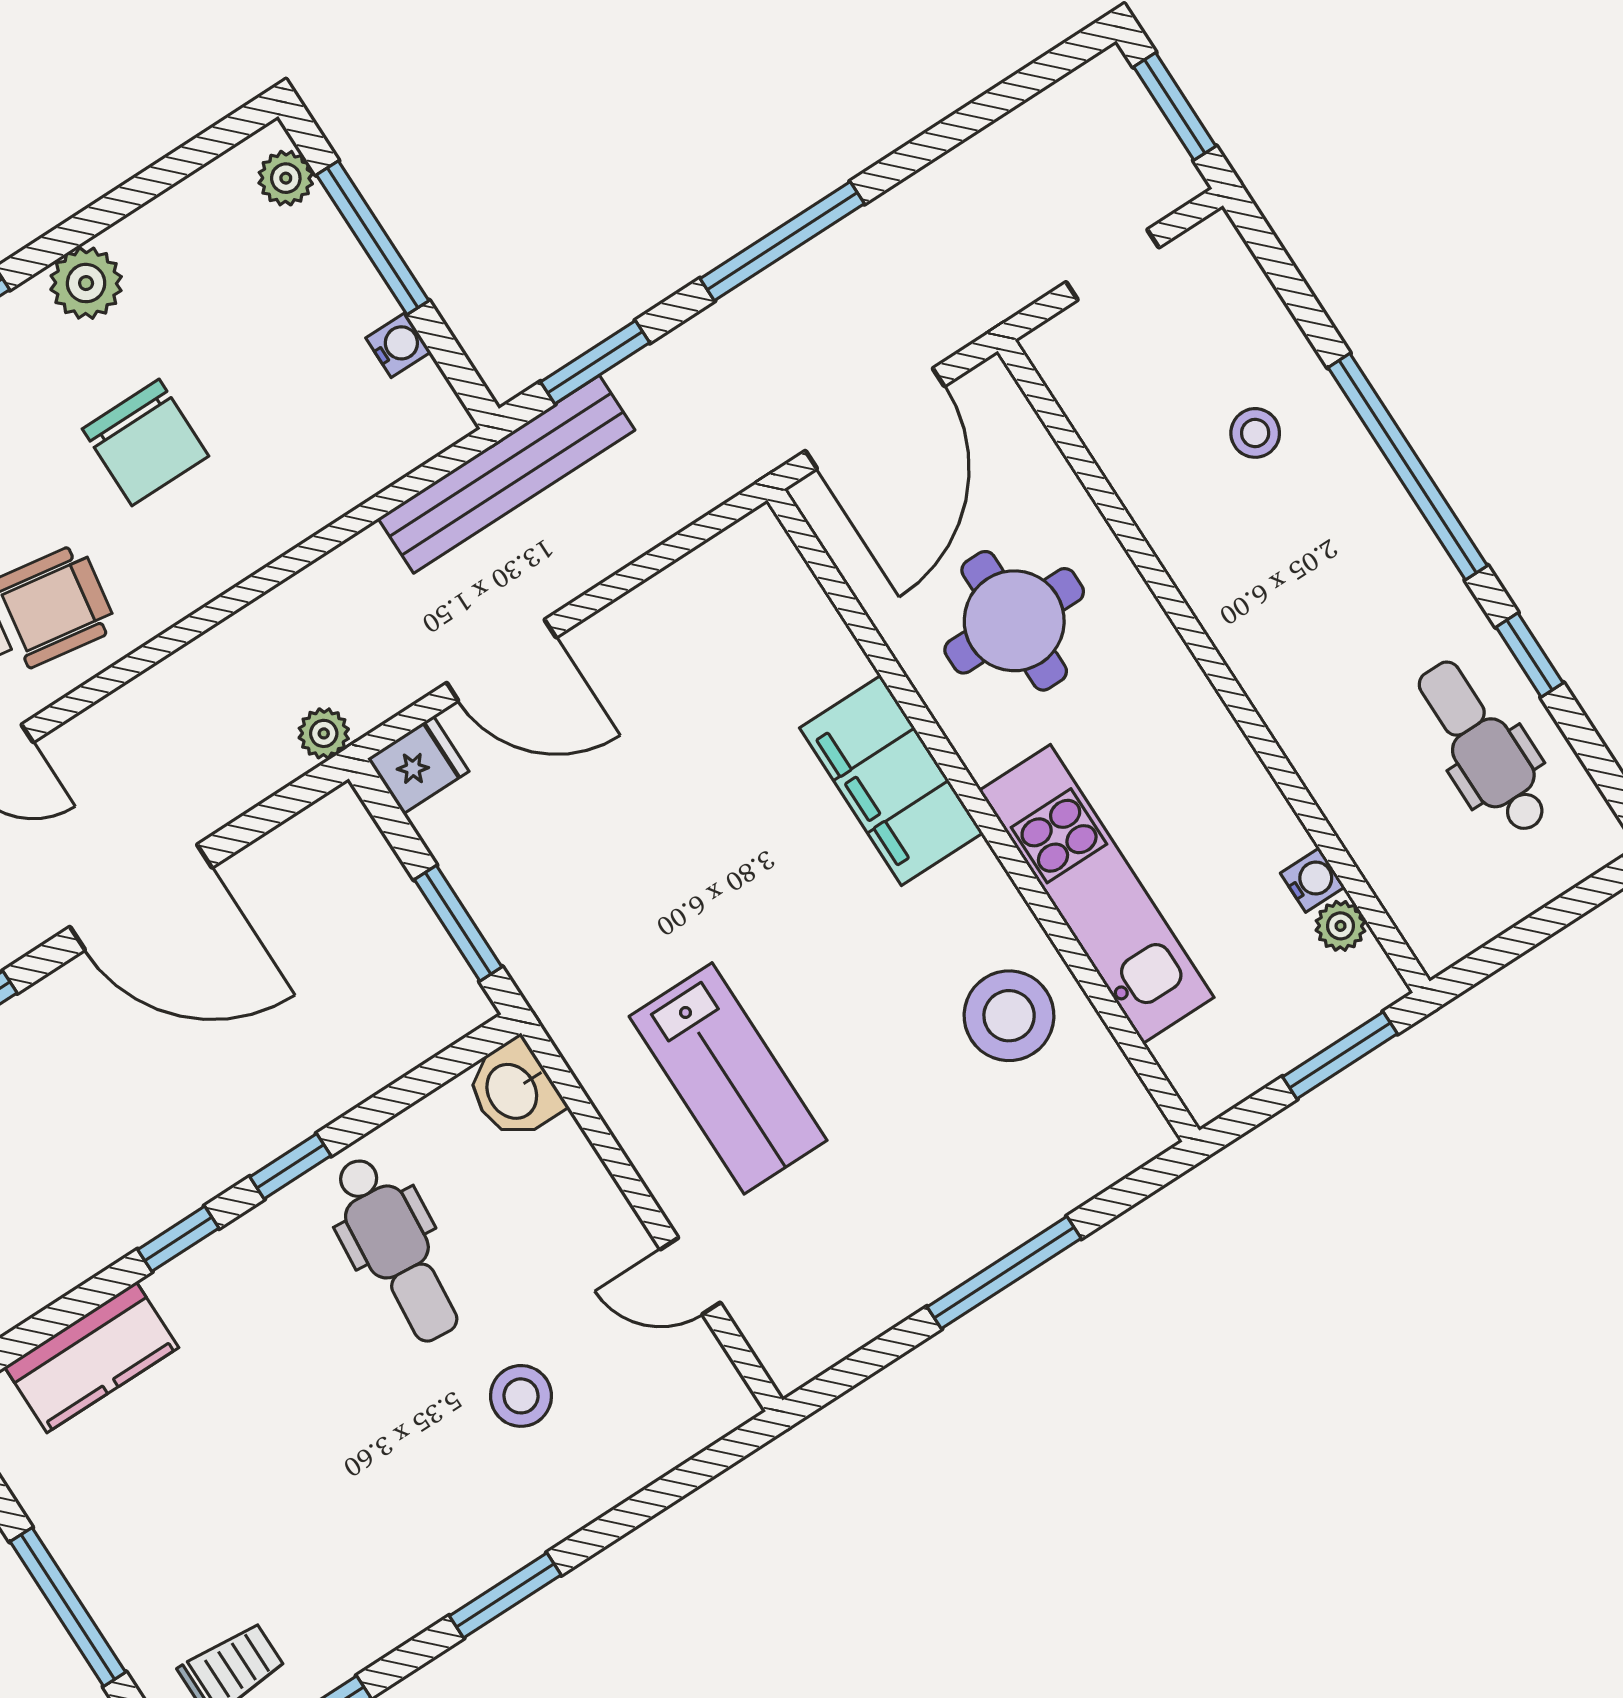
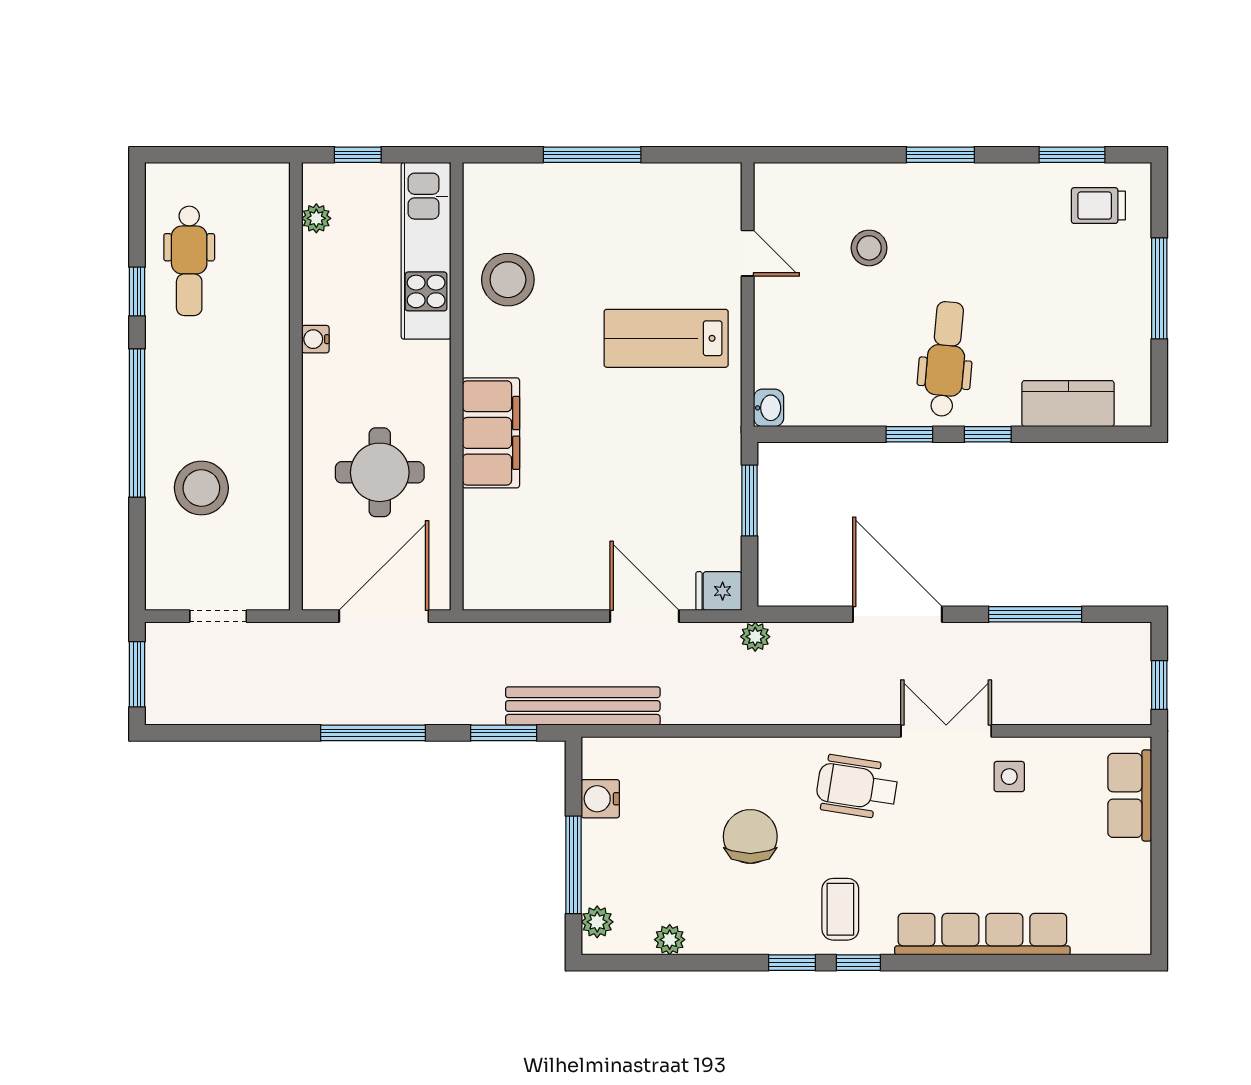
plant: (86, 283) -> (670, 940), moved, width x0.73, depth x0.73
water cooler: (398, 345) -> (600, 799), width x1.38, depth x1.38
stool: (1255, 433) -> (201, 488), width x1.89, depth x1.89
water cooler: (1313, 880) -> (315, 339), moved
kitchen unit: (1097, 894) -> (426, 251), moved
window: (1340, 1055) -> (358, 155), width x0.67
lab bench: (728, 1078) -> (666, 338), turned -90
washbasin: (514, 1090) -> (769, 408), width x0.72, depth x0.69
dental chair: (396, 1249) -> (946, 359), moved

